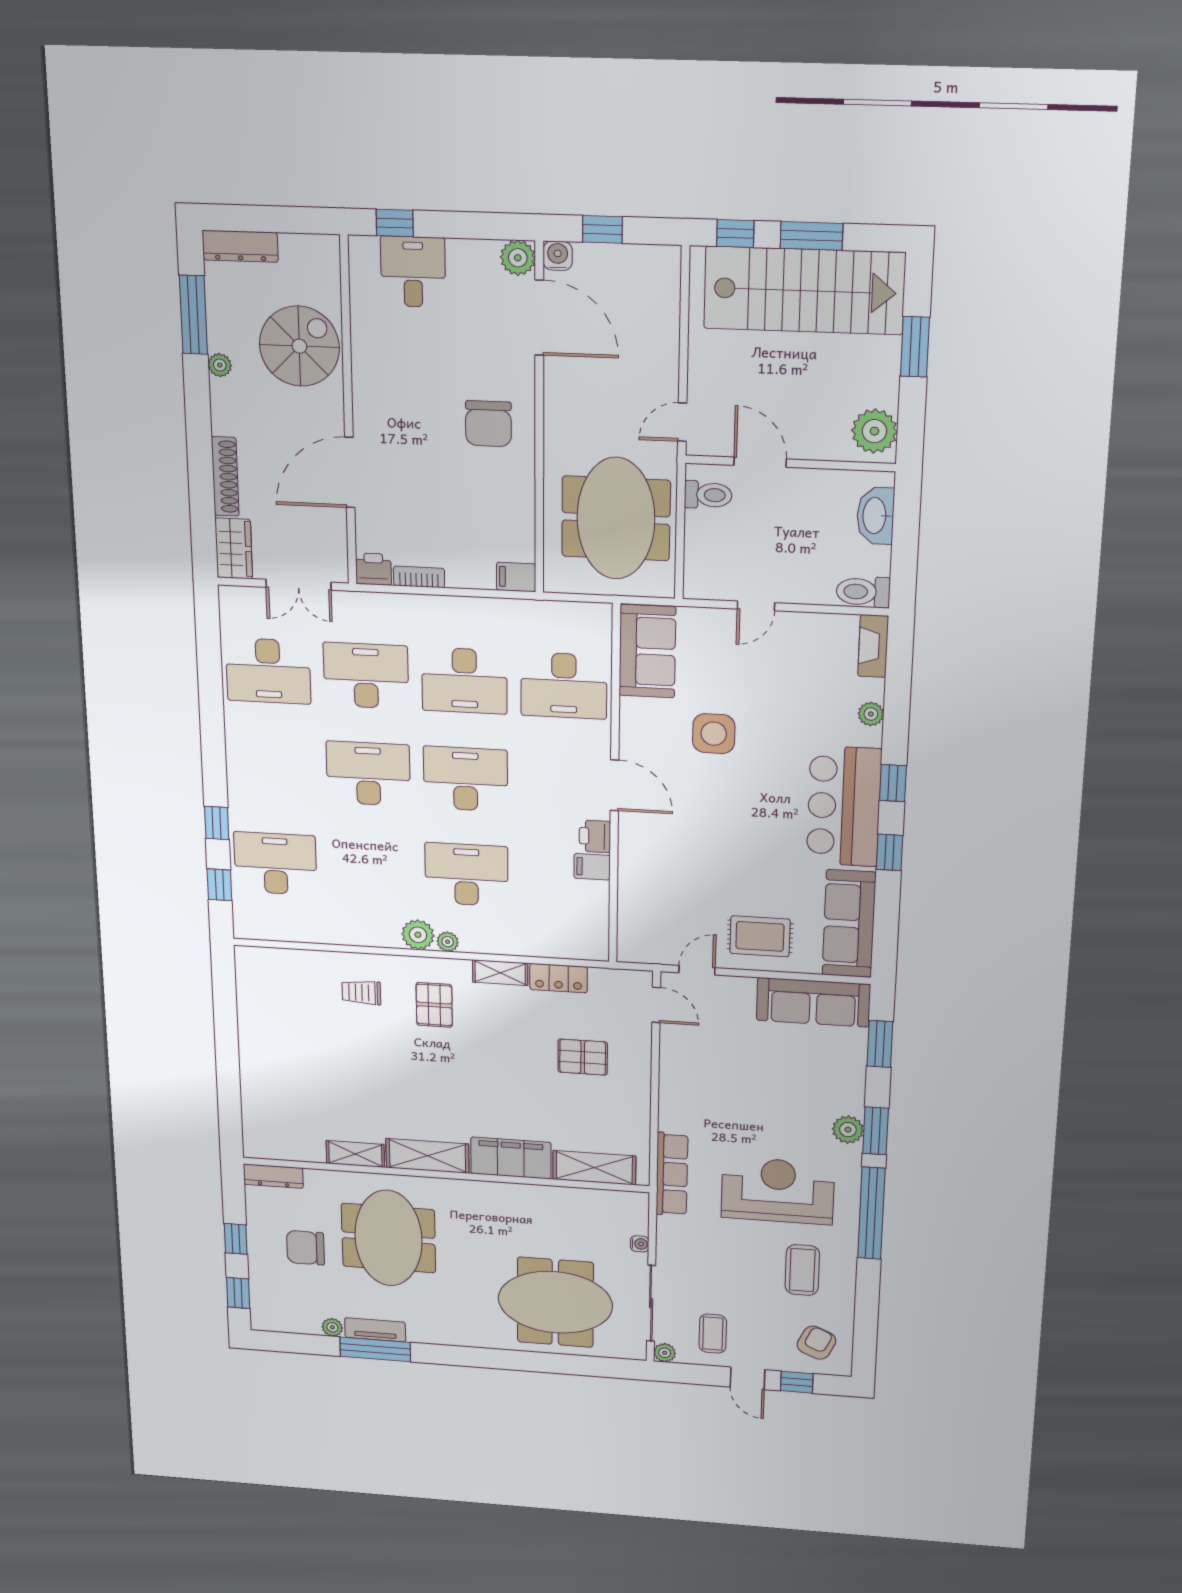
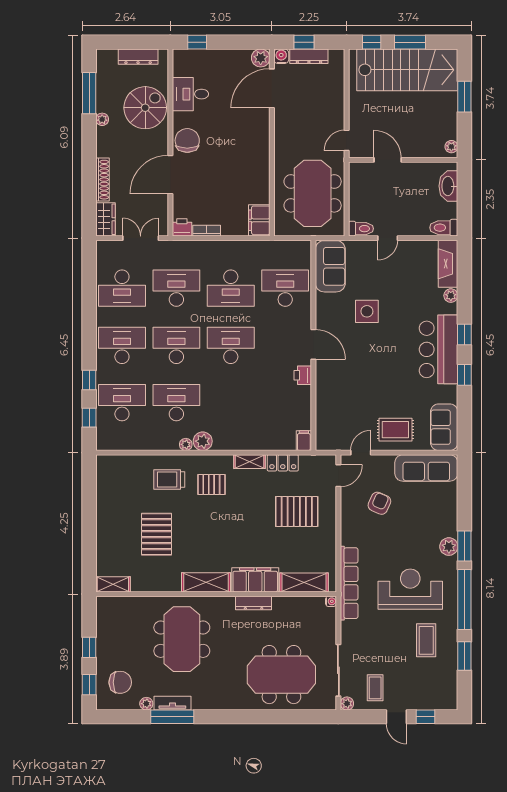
dresser: (240, 246) -> (138, 57), moved
dresser: (612, 257) -> (309, 56), added
desk: (413, 272) -> (190, 94), moved, turned -90
door: (539, 318) -> (272, 88), swing flipped
chair: (488, 424) -> (187, 140), moved, turned 180
plant: (874, 431) -> (451, 147), width x0.53, depth x0.53
toilet: (708, 495) -> (361, 229), moved
filing cabinet: (516, 577) -> (259, 220), width x2.00
double door: (298, 585) -> (141, 238), swing flipped
fireplace: (873, 646) -> (448, 264), width x1.37, depth x1.32
desk: (564, 686) -> (285, 288), turned 180
desk: (272, 768) -> (122, 345), added
filing cabinet: (592, 867) -> (304, 441), moved, turned 90
desk: (466, 875) -> (176, 403), moved
sofa: (849, 924) -> (444, 427), width x0.73
plant: (448, 942) -> (186, 444), moved
trolley: (361, 992) -> (169, 480), width x1.36, depth x1.39
pallet: (434, 1005) -> (211, 484), turned 90
door: (656, 1005) -> (338, 476), hinge flipped
window: (880, 1044) -> (464, 656), moved
pallet: (583, 1057) -> (297, 511), width x1.50, depth x1.42
pallet: (342, 1076) -> (157, 534), added
shelving: (355, 1154) -> (113, 584), moved
row of seats: (672, 1174) -> (349, 583), width x1.36
dresser: (273, 1176) -> (254, 603), moved
water cooler: (640, 1244) -> (331, 601), moved
chair: (305, 1248) -> (120, 682), moved, turned 180
armchair: (816, 1343) -> (379, 503), moved

